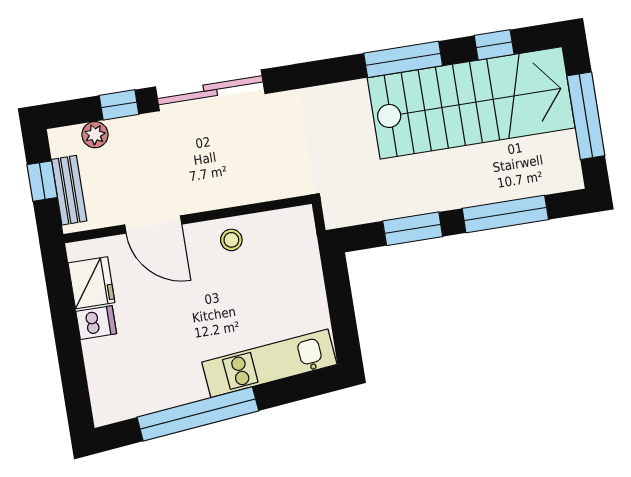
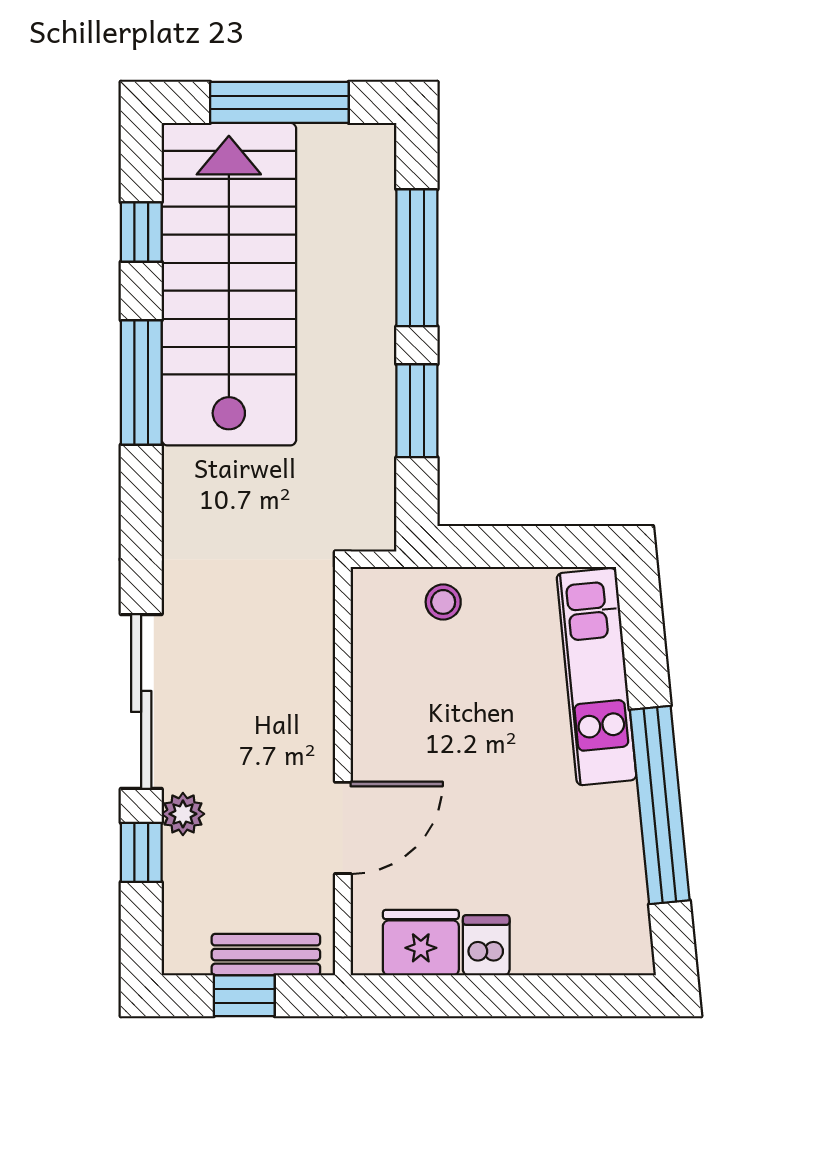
plant: (95, 135) -> (183, 814), moved
stool: (231, 240) -> (443, 602), moved

